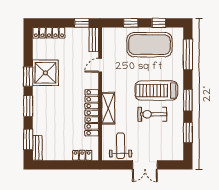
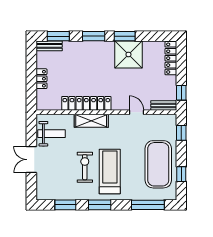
window: (131, 23) -> (181, 133), moved
locker: (82, 155) -> (41, 79), moved

